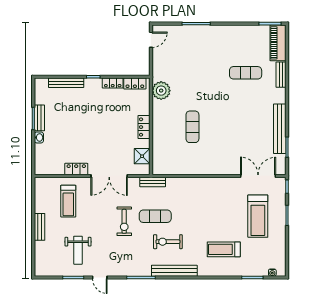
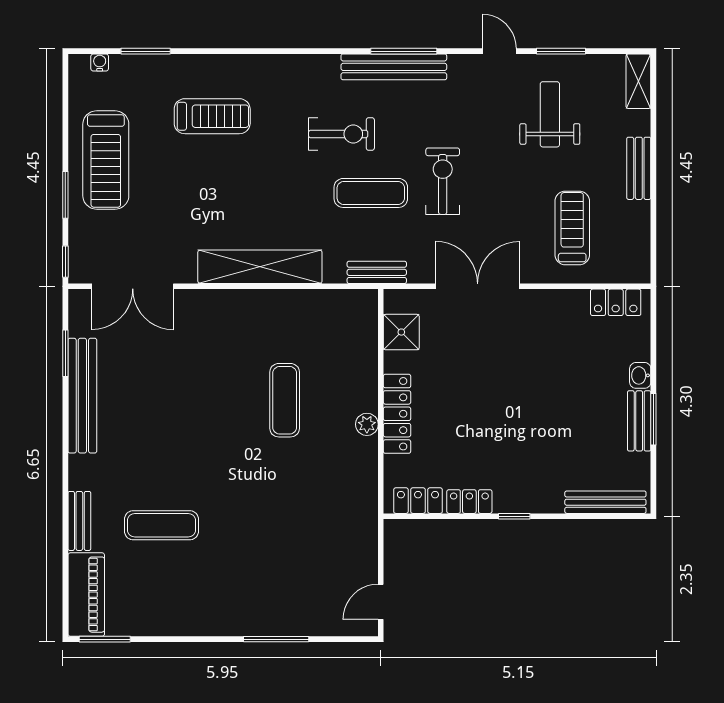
bench: (66, 83) -> (605, 502), moved
plant: (161, 91) -> (367, 424), moved, width x0.53, depth x0.53
locker: (144, 127) -> (397, 414), width x1.53
locker: (76, 169) -> (616, 302), moved
shelving: (203, 184) -> (260, 267), added
treadmill: (258, 216) -> (106, 160), moved, turned 180
shelving: (40, 264) -> (638, 81), added
bench: (174, 271) -> (394, 67), moved

